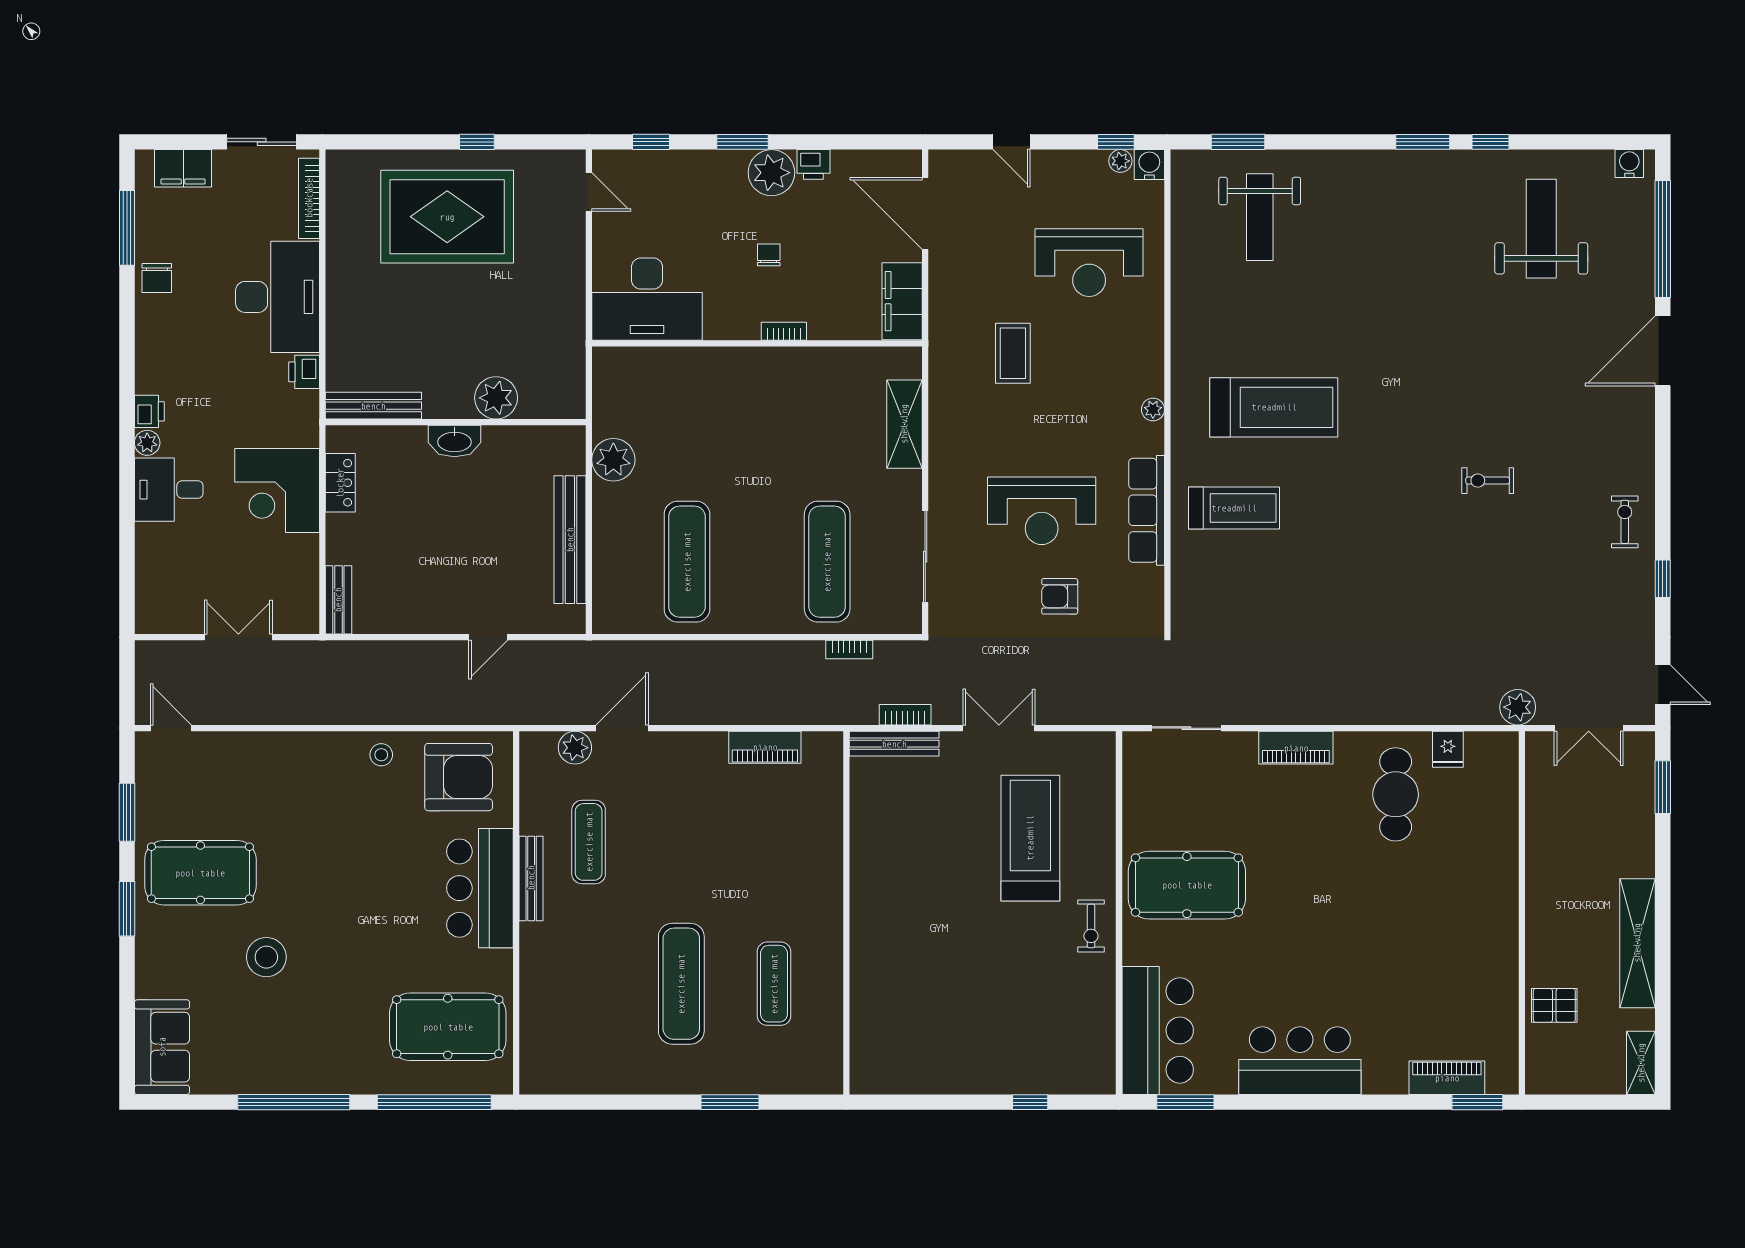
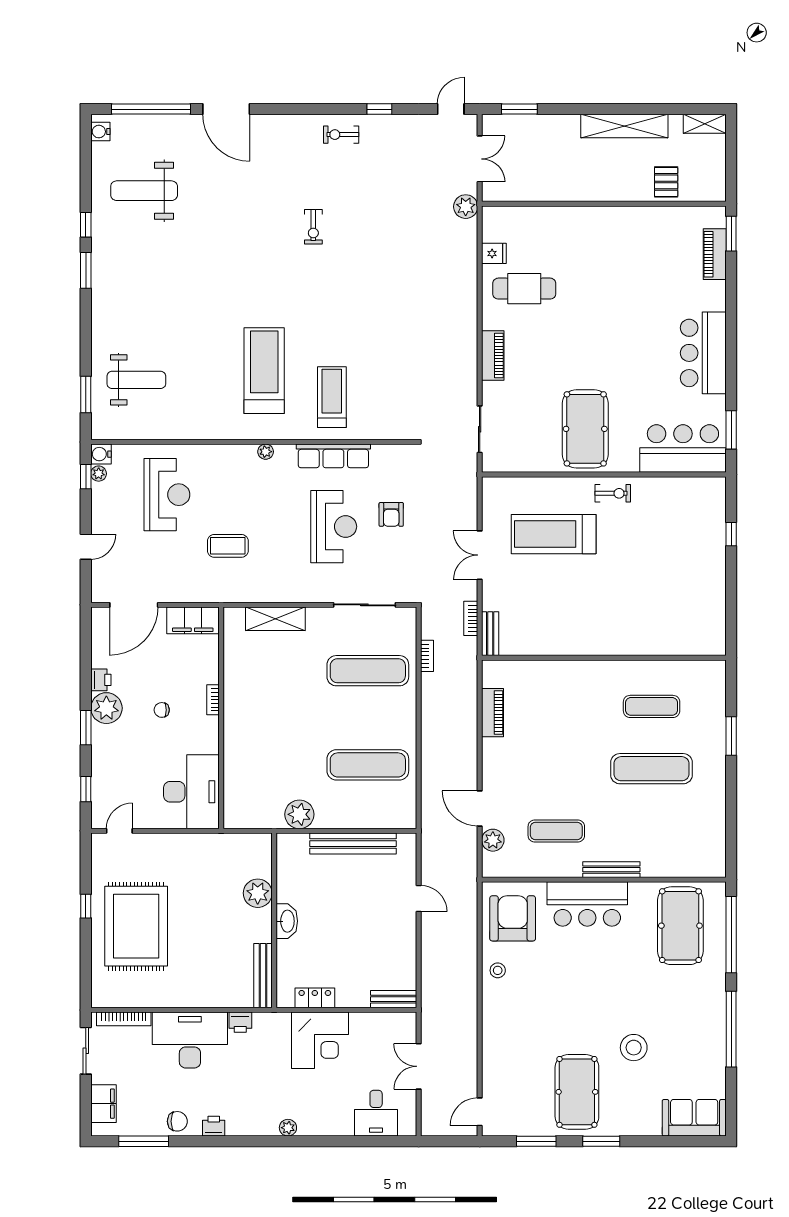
printer: (149, 411) -> (214, 1126), moved
desk: (169, 490) -> (376, 1113), moved
bench: (894, 744) -> (490, 634), width x0.73
bench: (531, 878) -> (611, 870), moved

